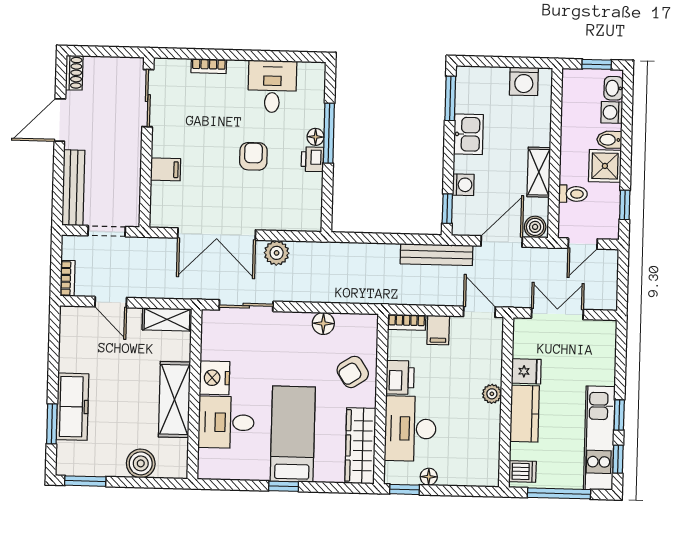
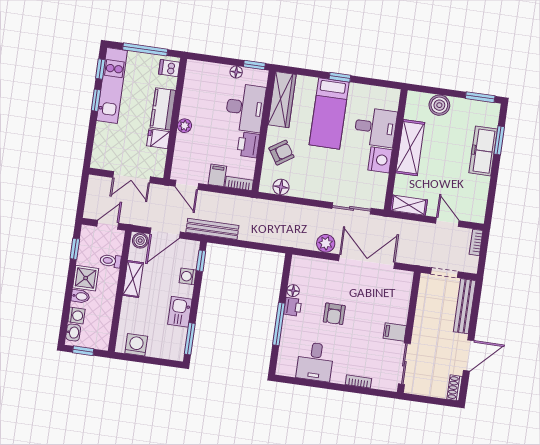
floor lamp: (316, 137) -> (293, 291), moved
filing cabinet: (166, 169) -> (395, 332), moved
floor lamp: (323, 323) -> (281, 187), moved

